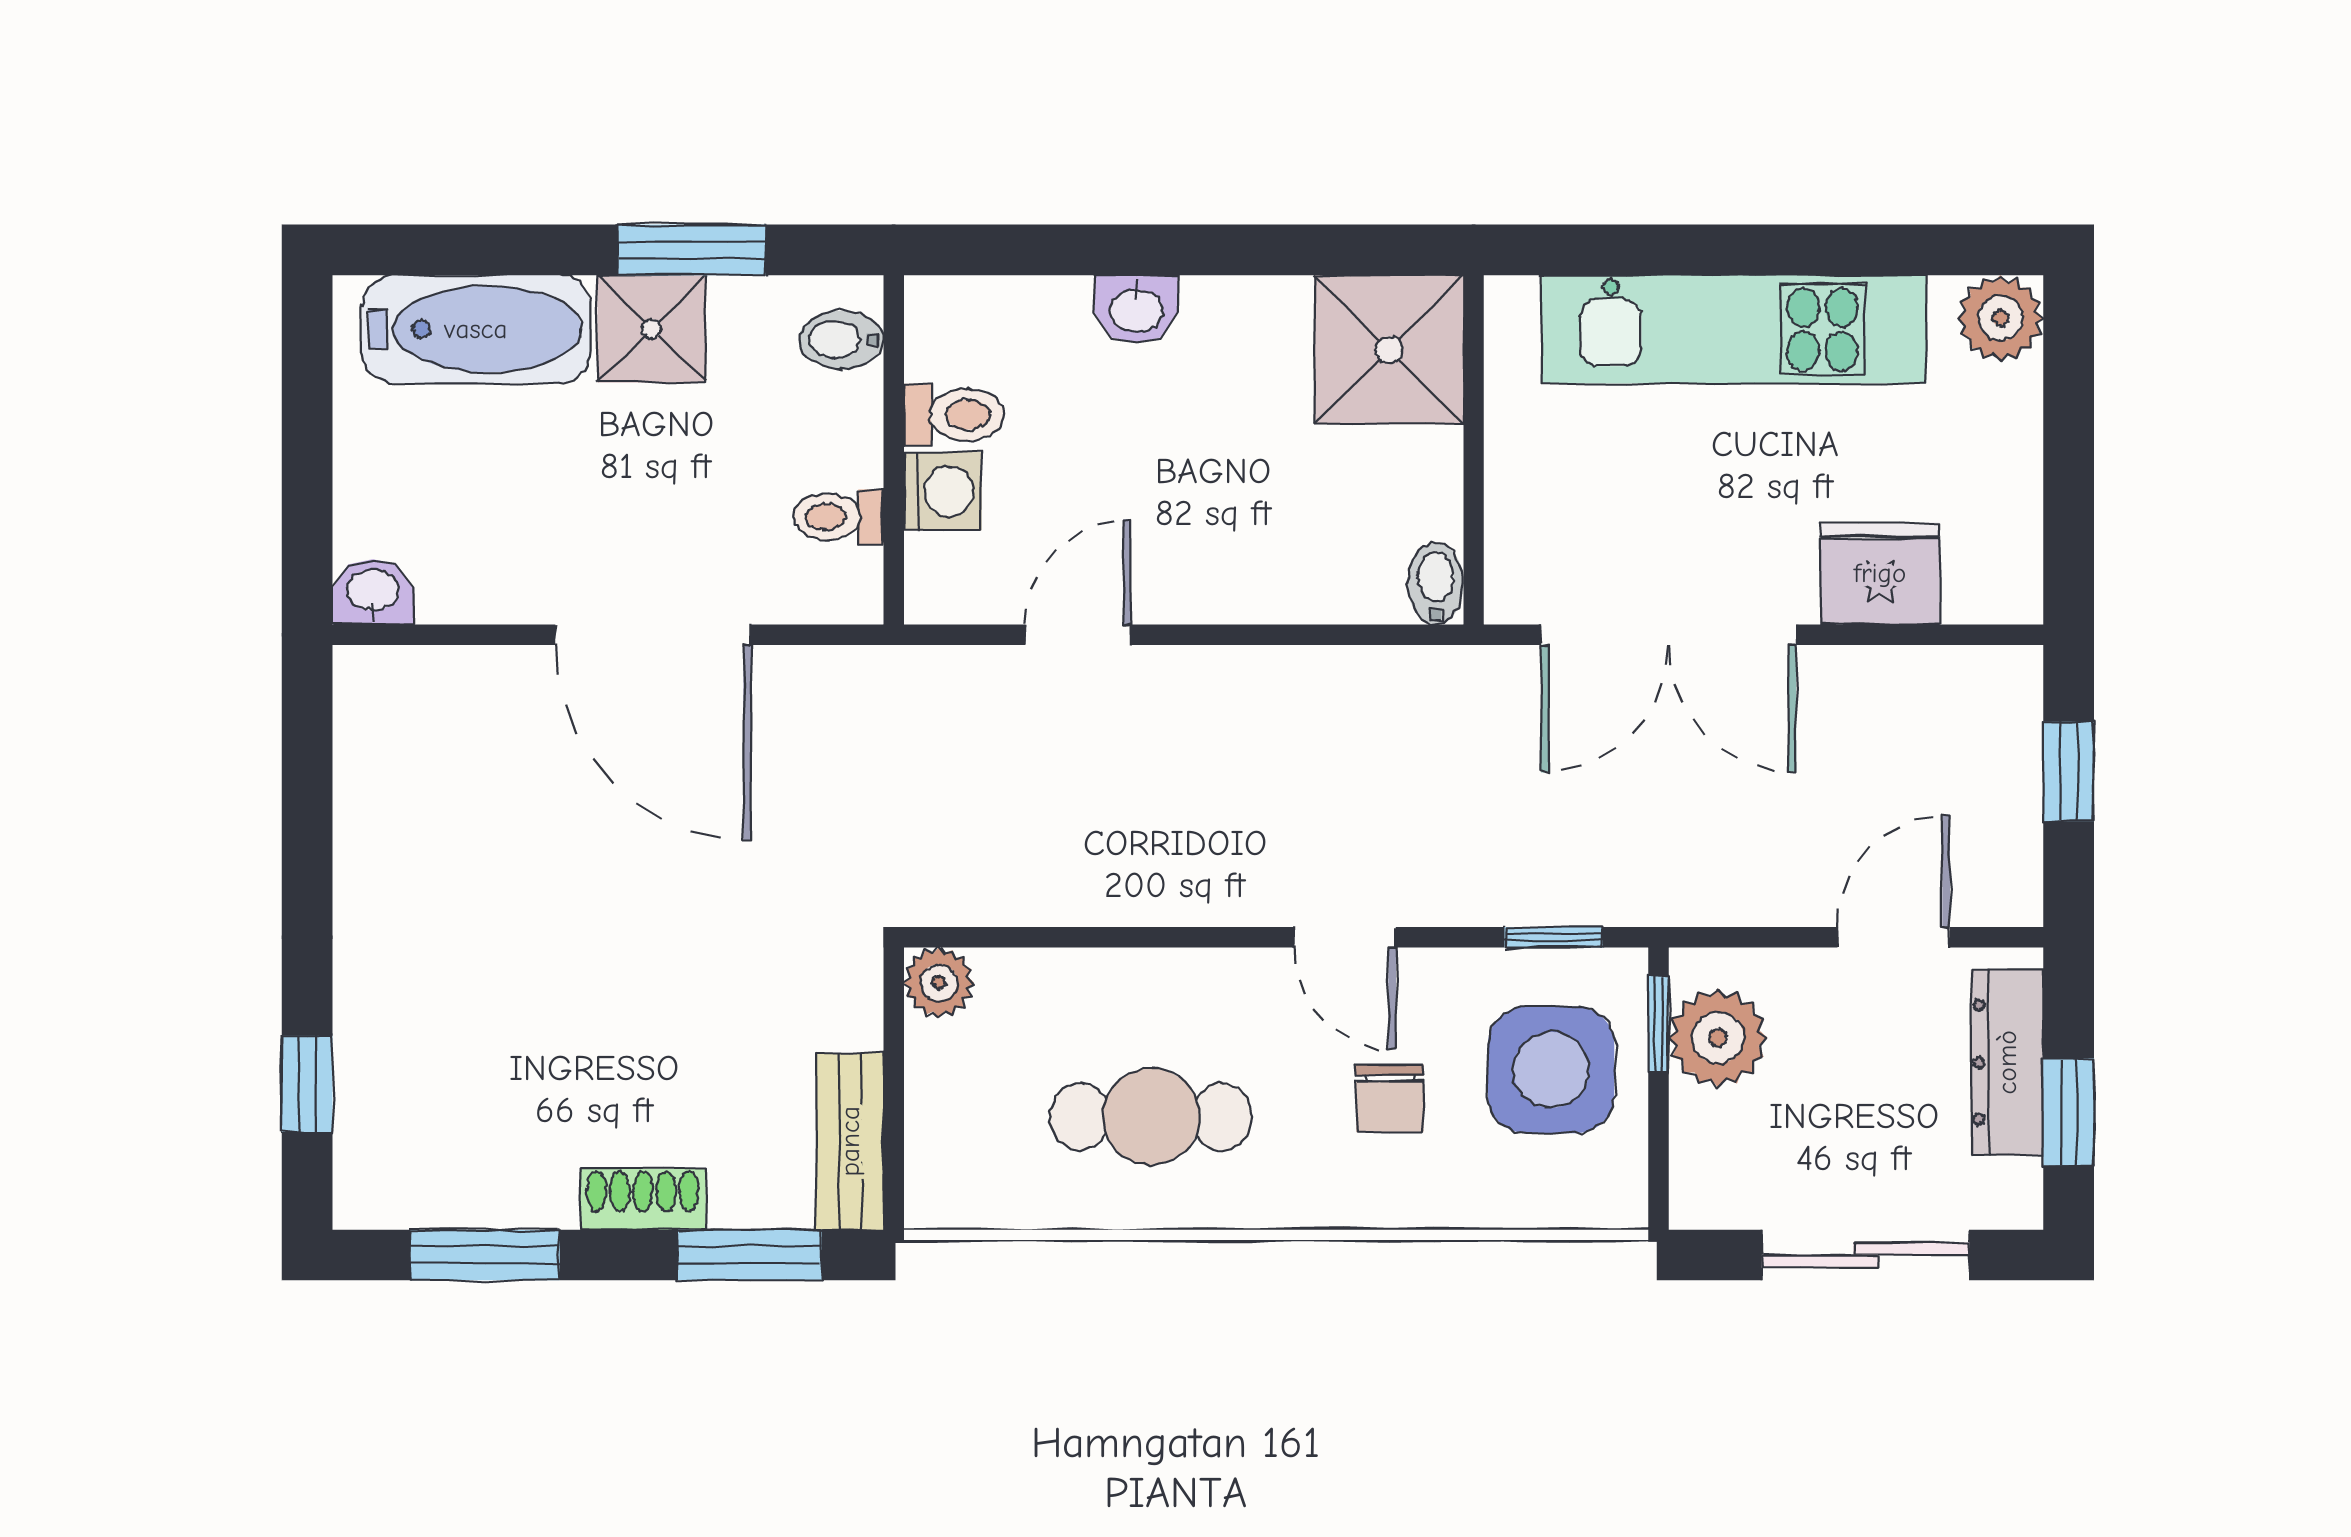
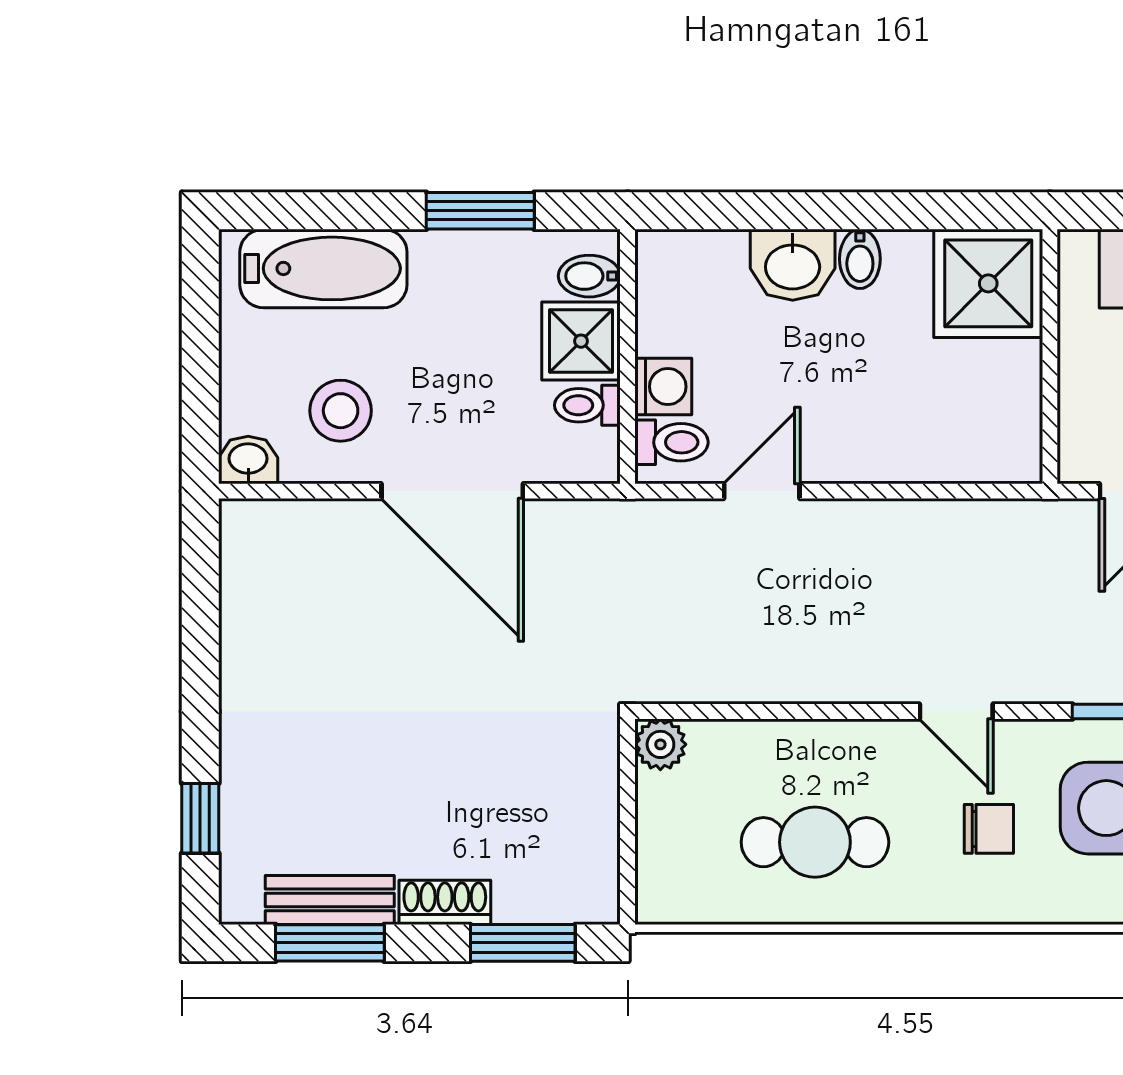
washbasin: (1136, 309) -> (793, 265), width x1.38, depth x1.45
shower: (651, 329) -> (581, 341), moved
toilet: (954, 415) -> (671, 442), moved
stool: (500, 524) -> (341, 411), added
bidet: (1436, 584) -> (860, 259), moved, turned 180
chair: (1390, 1098) -> (989, 829), turned -90
bench: (850, 1141) -> (330, 900), moved, turned 90

